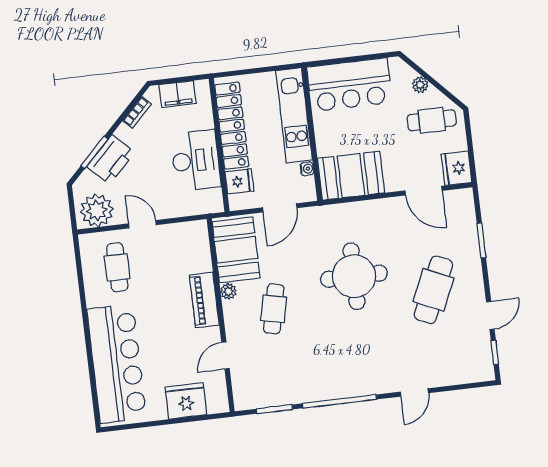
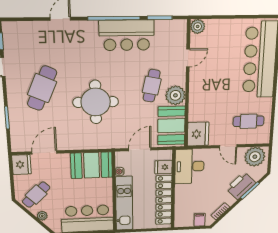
filing cabinet: (178, 94) -> (200, 220), width x0.50
cafe table: (432, 120) -> (36, 195), turned -44
desk: (196, 160) -> (189, 166), moved
door: (424, 191) -> (44, 152), hinge flipped
cafe table: (117, 267) -> (249, 121), turned 90
plant: (228, 291) -> (175, 95), width x1.88, depth x1.88
piano: (204, 300) -> (196, 96), removed
bar counter: (319, 379) -> (127, 35), added
fridge: (186, 401) -> (198, 134), moved, turned -90
plant: (218, 403) -> (198, 26), added

